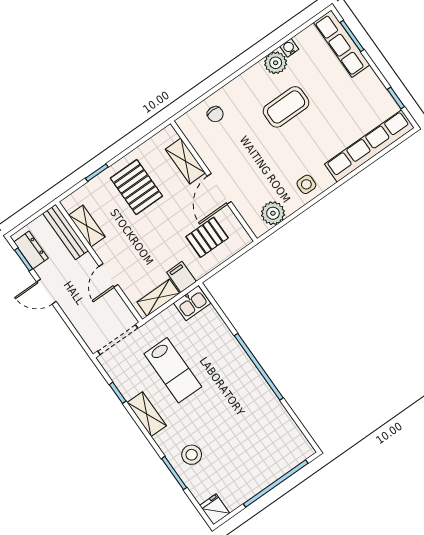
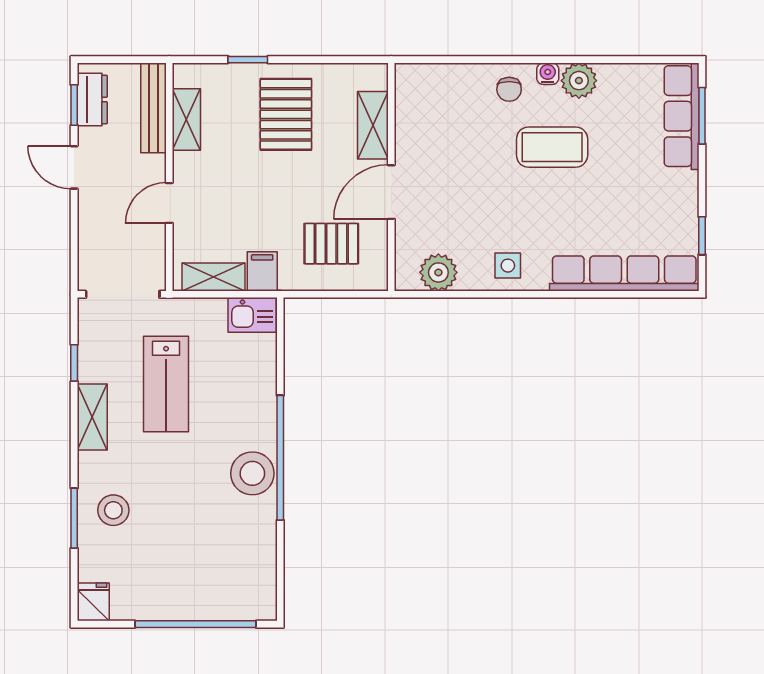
water cooler: (289, 48) -> (548, 74), moved
chair: (215, 114) -> (509, 89), moved
stool: (250, 385) -> (252, 473), added

